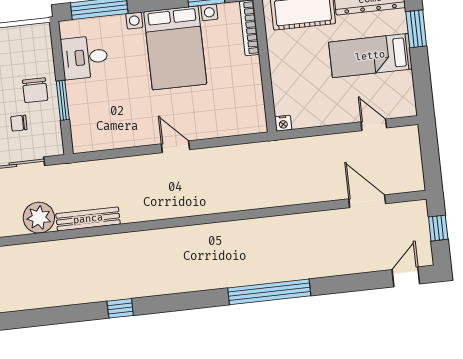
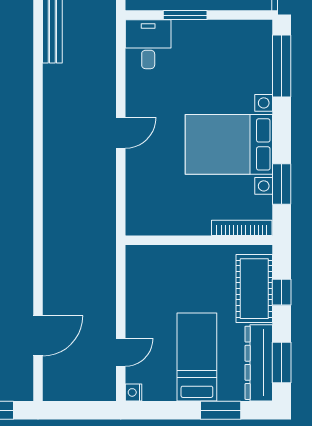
desk: (85, 57) -> (148, 44), moved
nightstand: (283, 123) -> (133, 392), moved

